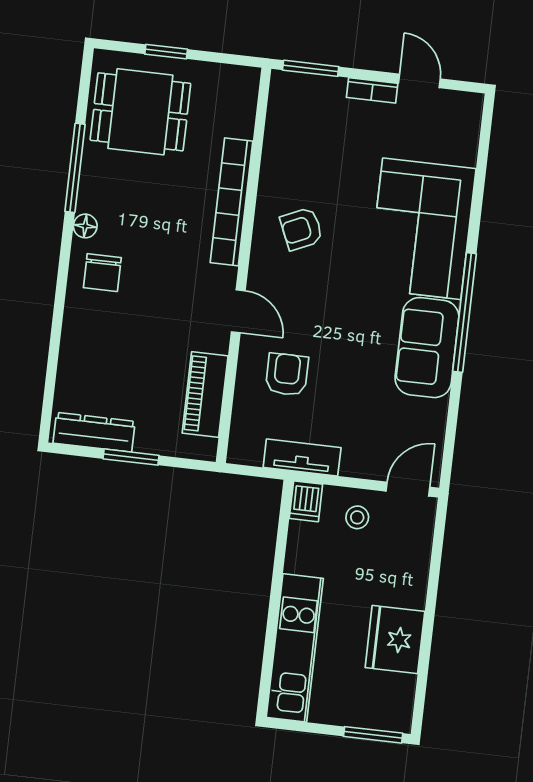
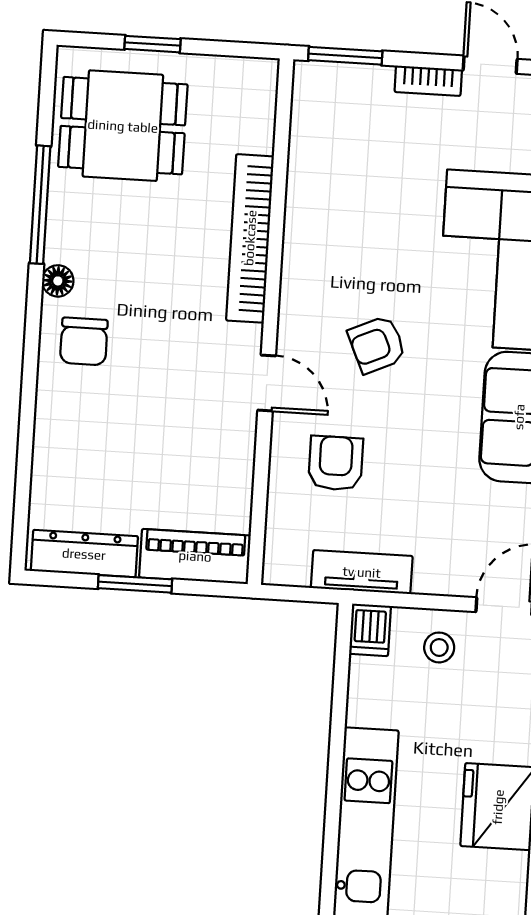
armchair: (301, 229) -> (377, 344), moved
piano: (205, 395) -> (195, 556), moved, turned 90

